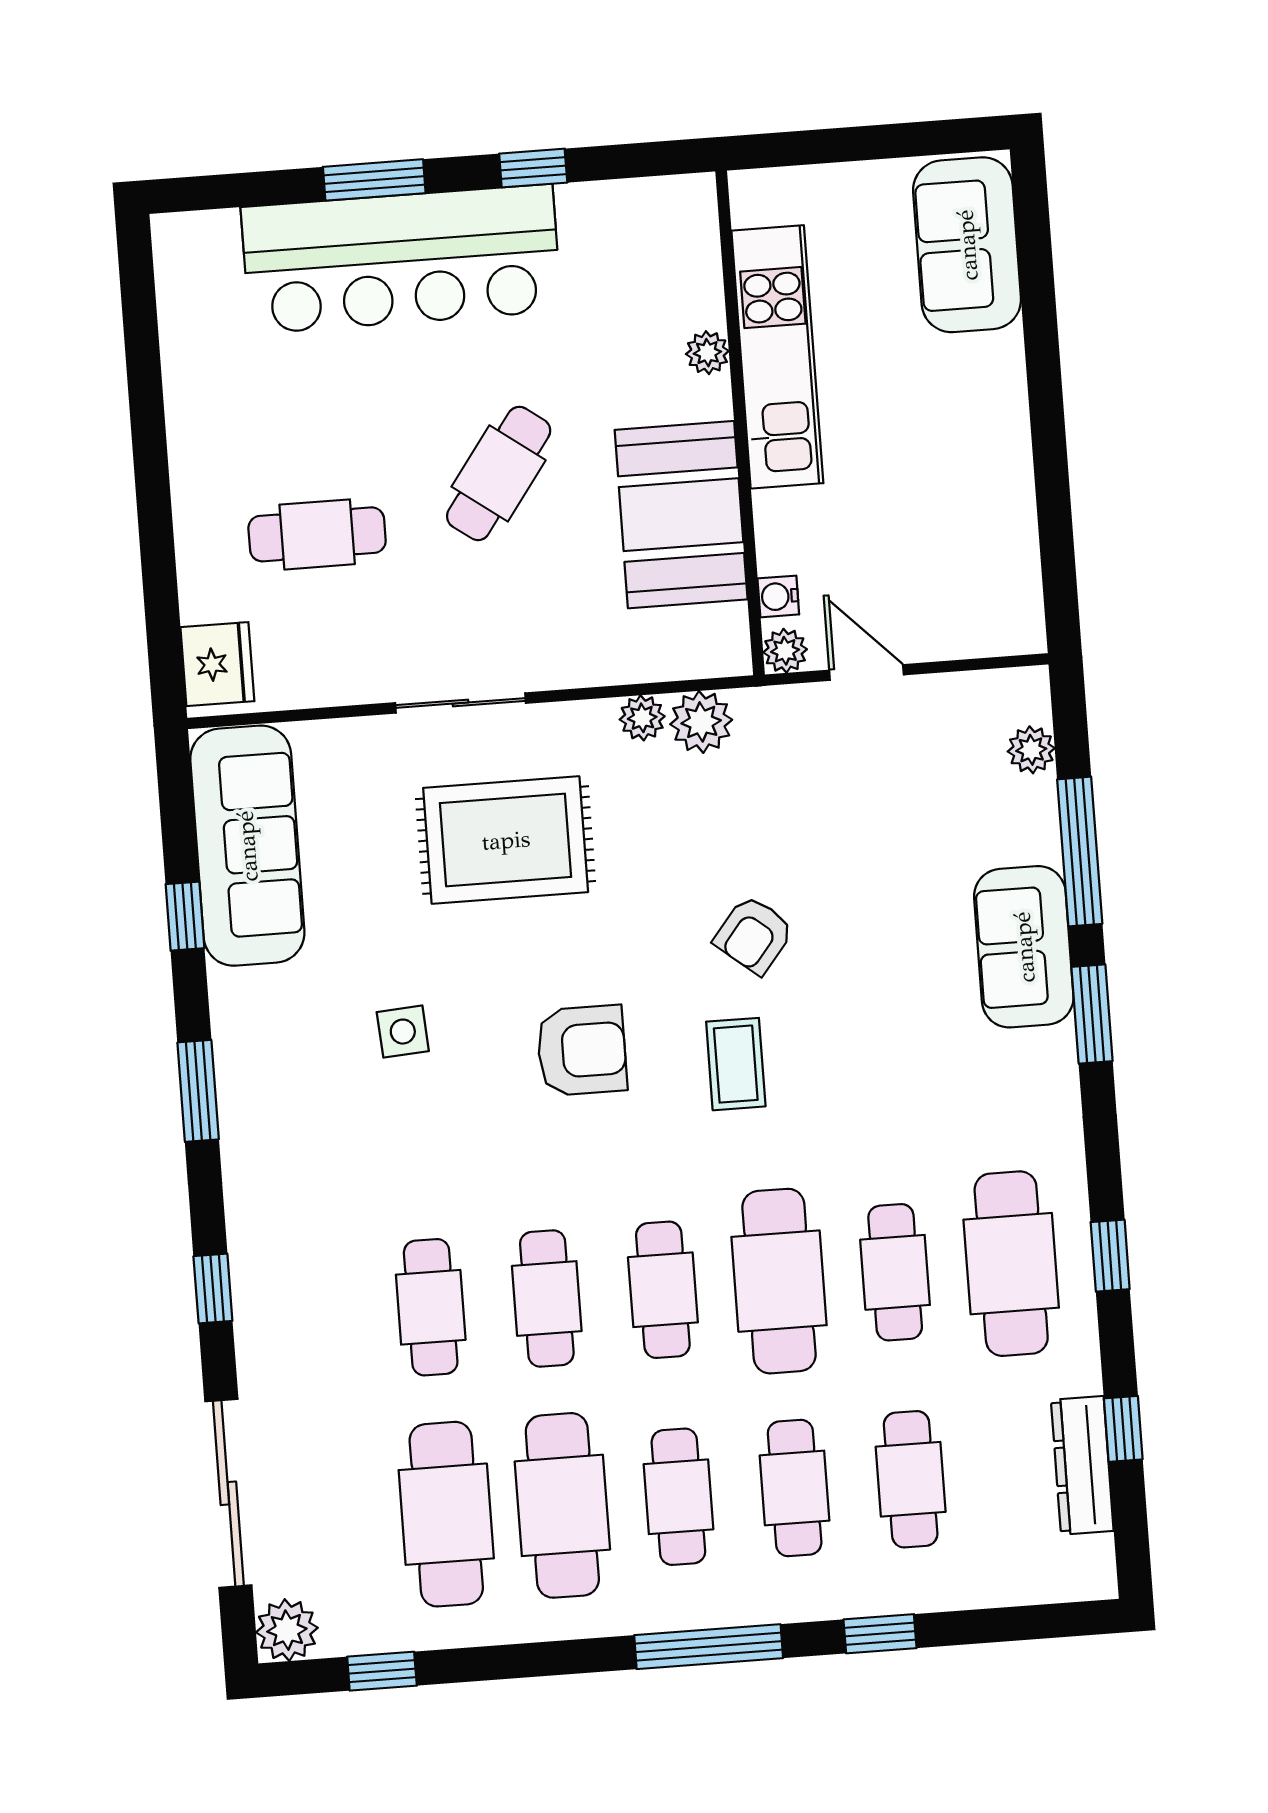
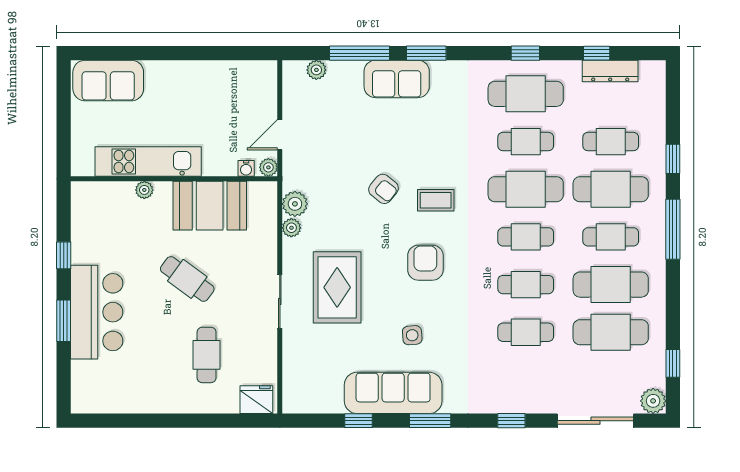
bar counter: (401, 259) -> (97, 312), width x0.73
sofa: (247, 846) -> (393, 393), moved
cafe table: (795, 1488) -> (611, 189), width x1.37, depth x1.35

